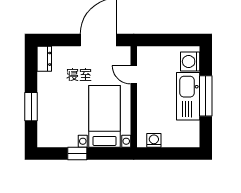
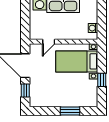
window: (61, 40) -> (25, 91), added
dresser: (44, 59) -> (38, 102), removed

